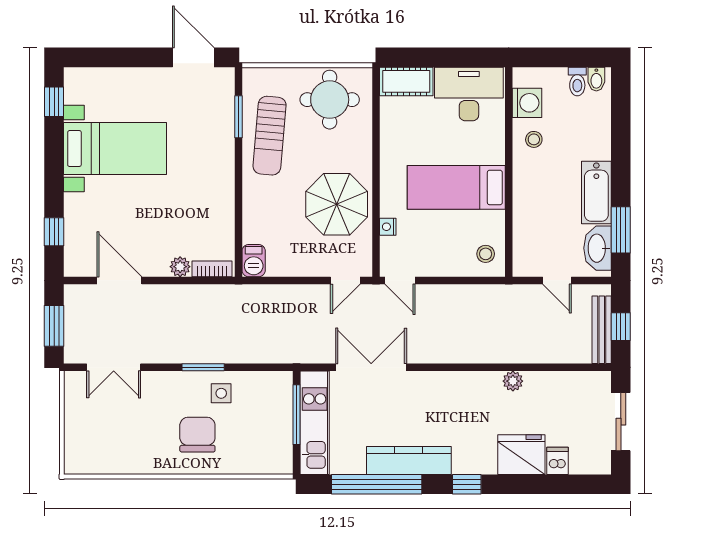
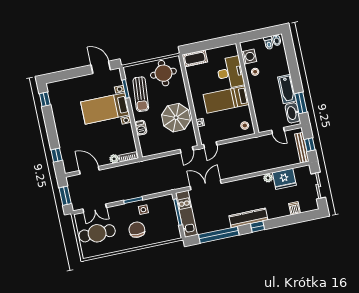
desk: (469, 94) -> (230, 72), moved, turned 90
bed with nightstands: (115, 149) -> (105, 108), moved, turned 180
barbecue: (254, 261) -> (141, 128), moved
door: (400, 280) -> (210, 145), hinge flipped
cafe table: (107, 424) -> (97, 233), added
fridge: (521, 455) -> (284, 179), moved, turned 180
kitchen counter: (409, 461) -> (248, 218), moved

